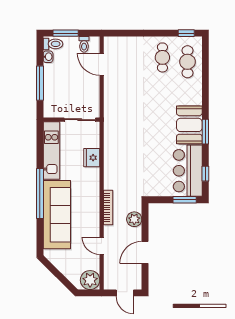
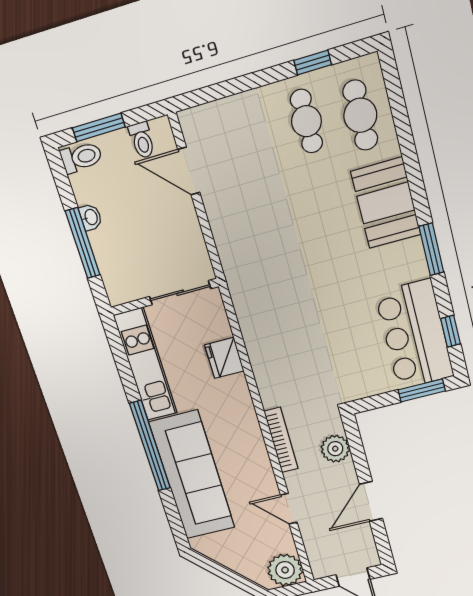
window: (186, 33) -> (313, 63), moved
washbasin: (48, 57) -> (91, 217), moved
booth: (189, 125) -> (386, 203), moved

